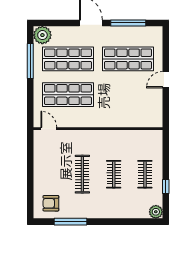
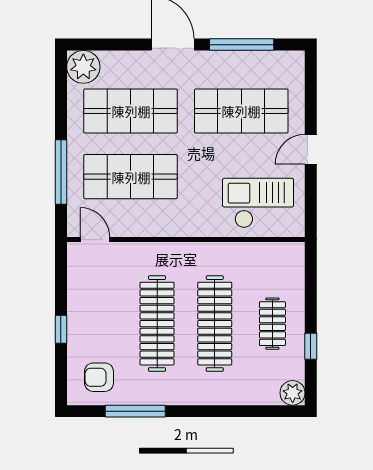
window: (30, 61) -> (61, 172), moved
checkout: (137, 109) -> (258, 203), added
clothes rail: (82, 174) -> (157, 324), width x1.37, depth x1.31
clothes rail: (114, 174) -> (215, 324), width x1.86, depth x1.31
window: (30, 177) -> (61, 329), added

